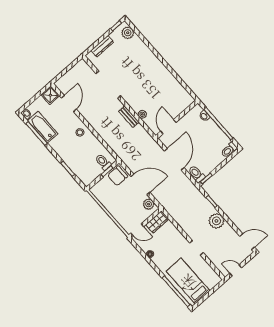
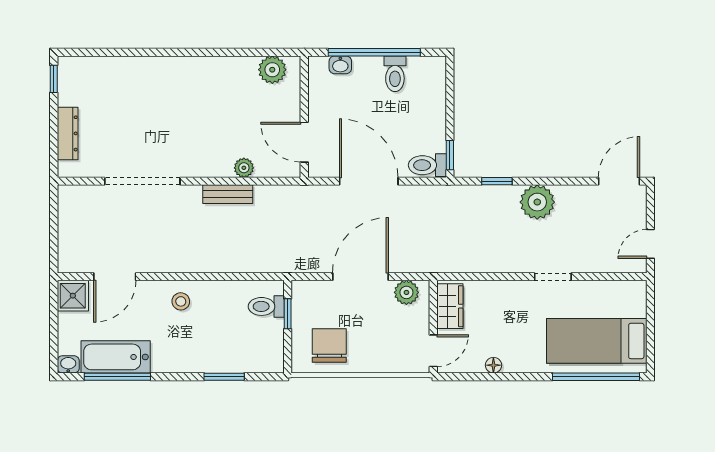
plant: (128, 33) -> (272, 70), moved
door: (69, 104) -> (115, 277), swing flipped
toilet: (229, 150) -> (395, 74), moved
chair: (118, 176) -> (329, 346), moved, turned 180

